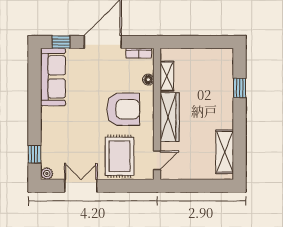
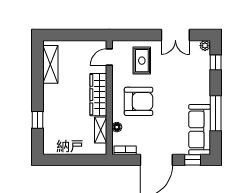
window: (35, 96) -> (216, 113), added
armchair: (123, 109) -> (139, 101), turned 180
rug: (120, 156) -> (142, 61), width x0.73, depth x0.70

